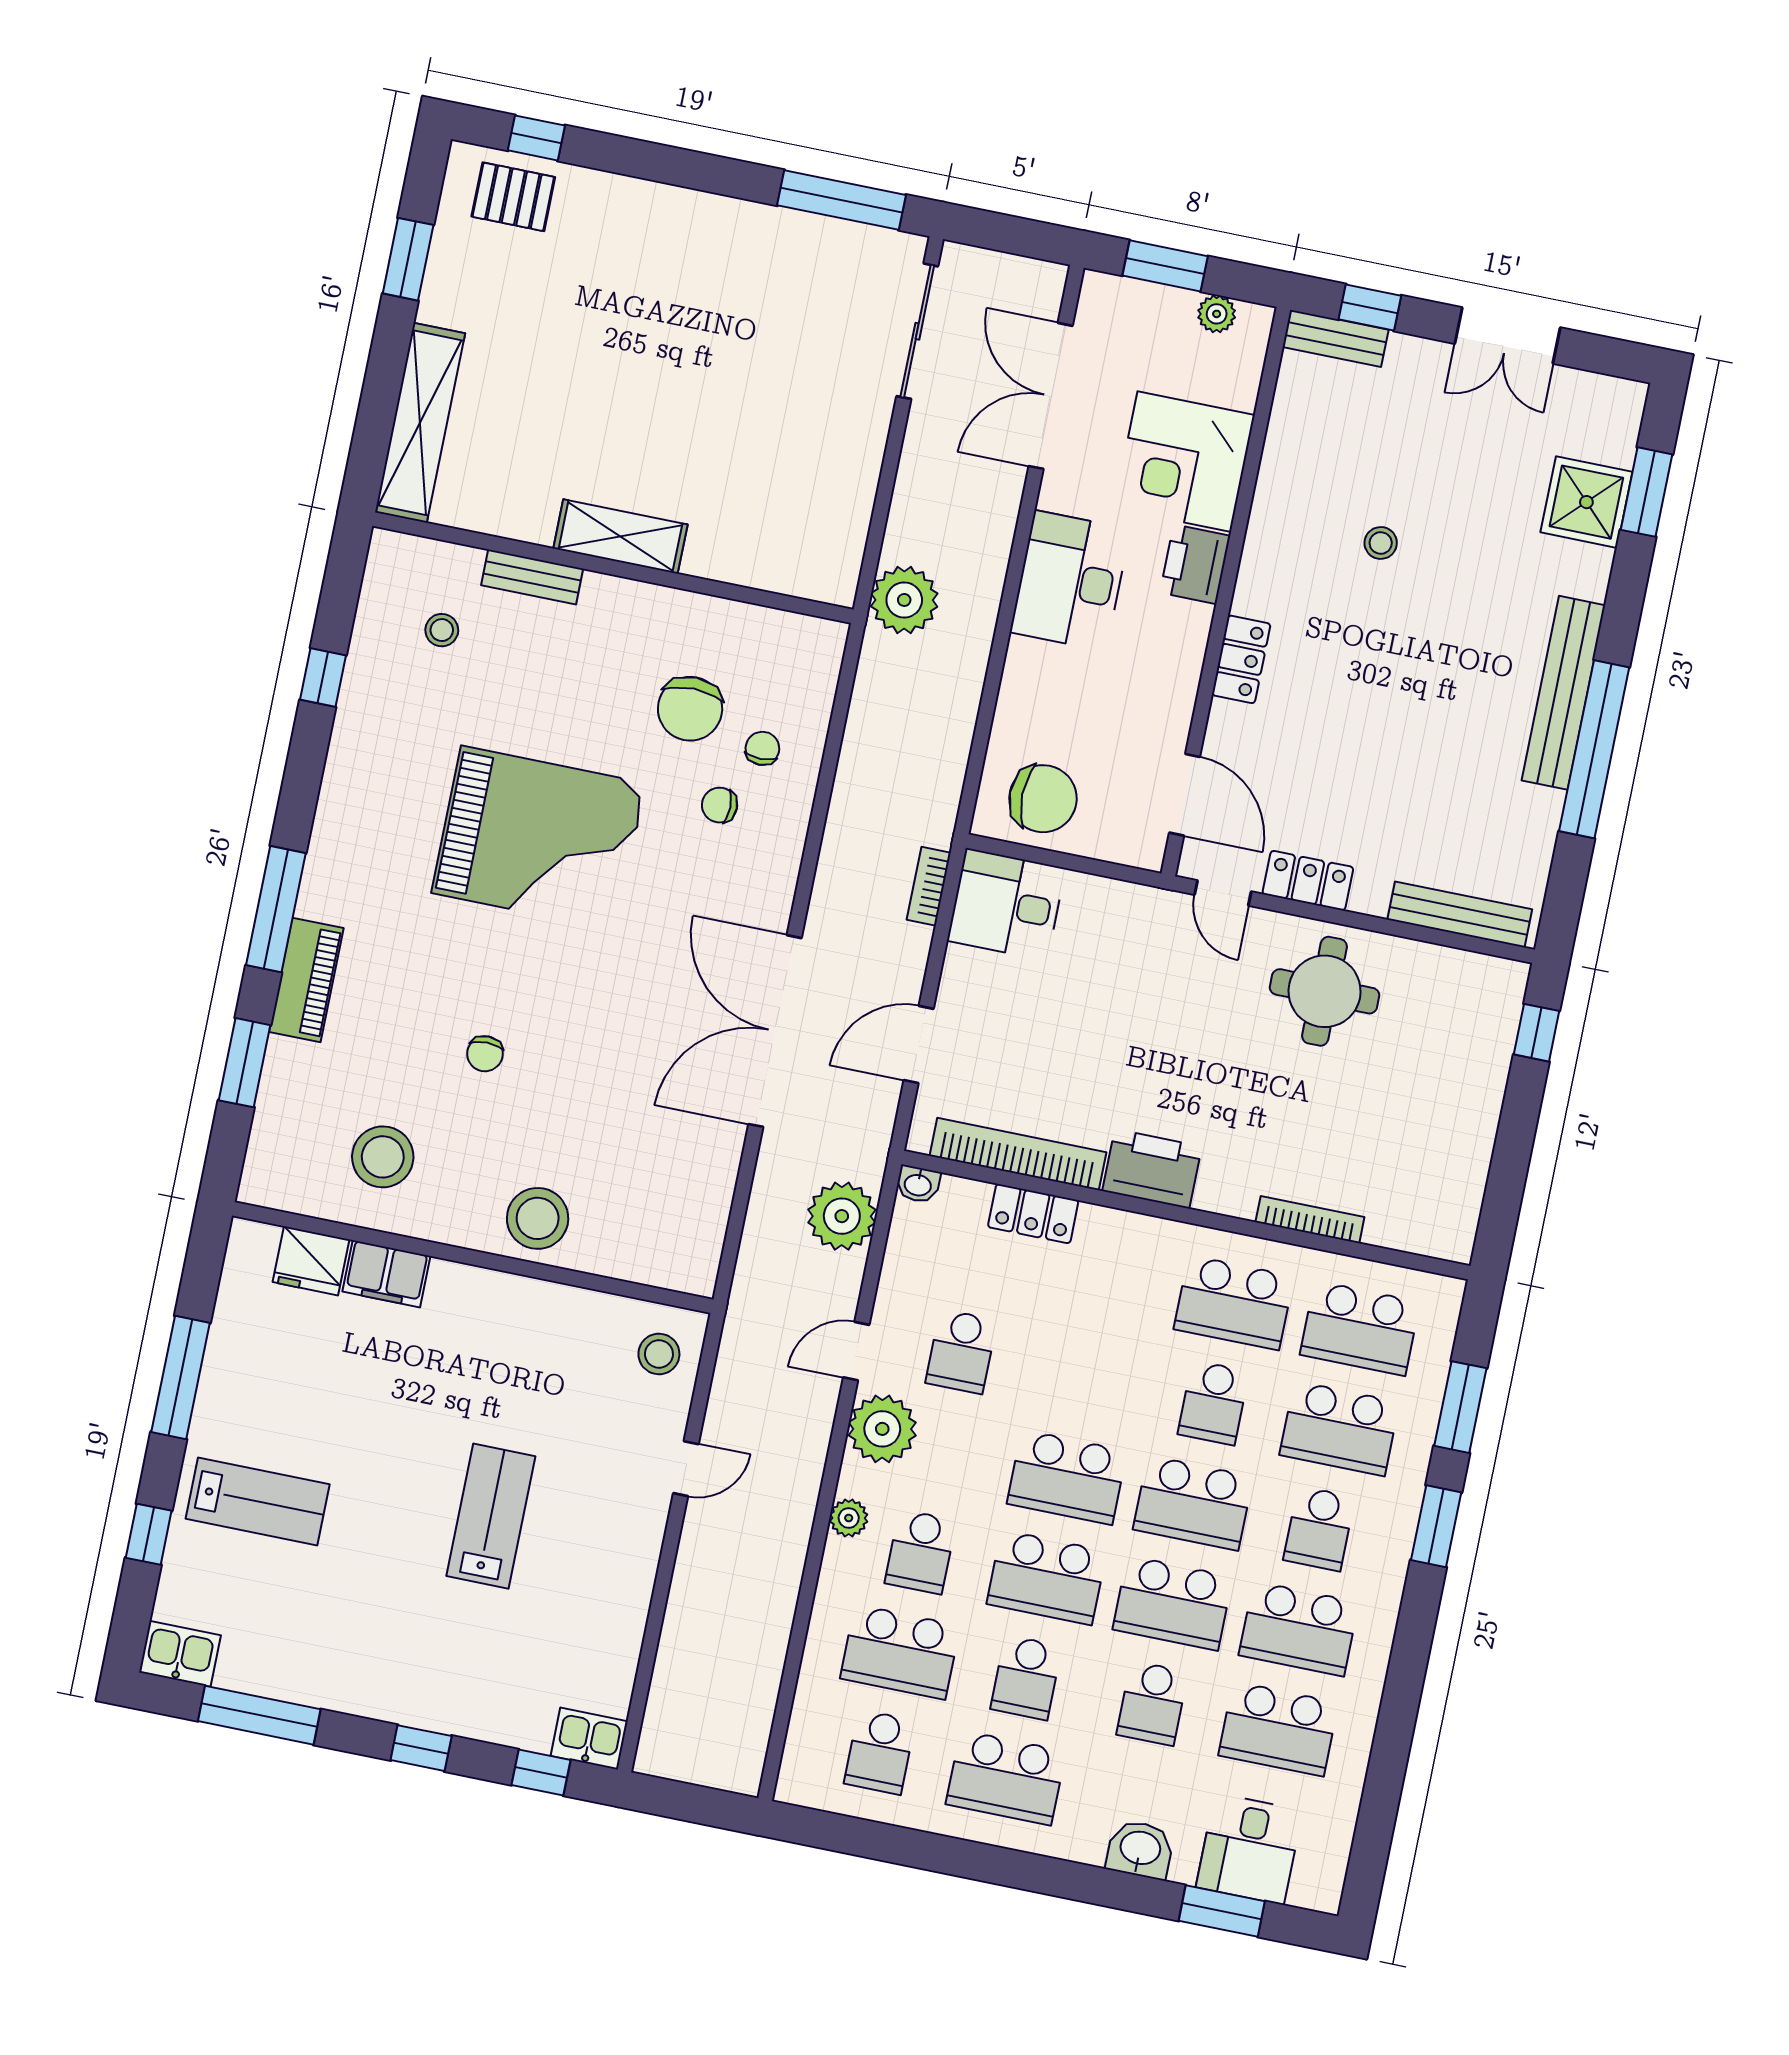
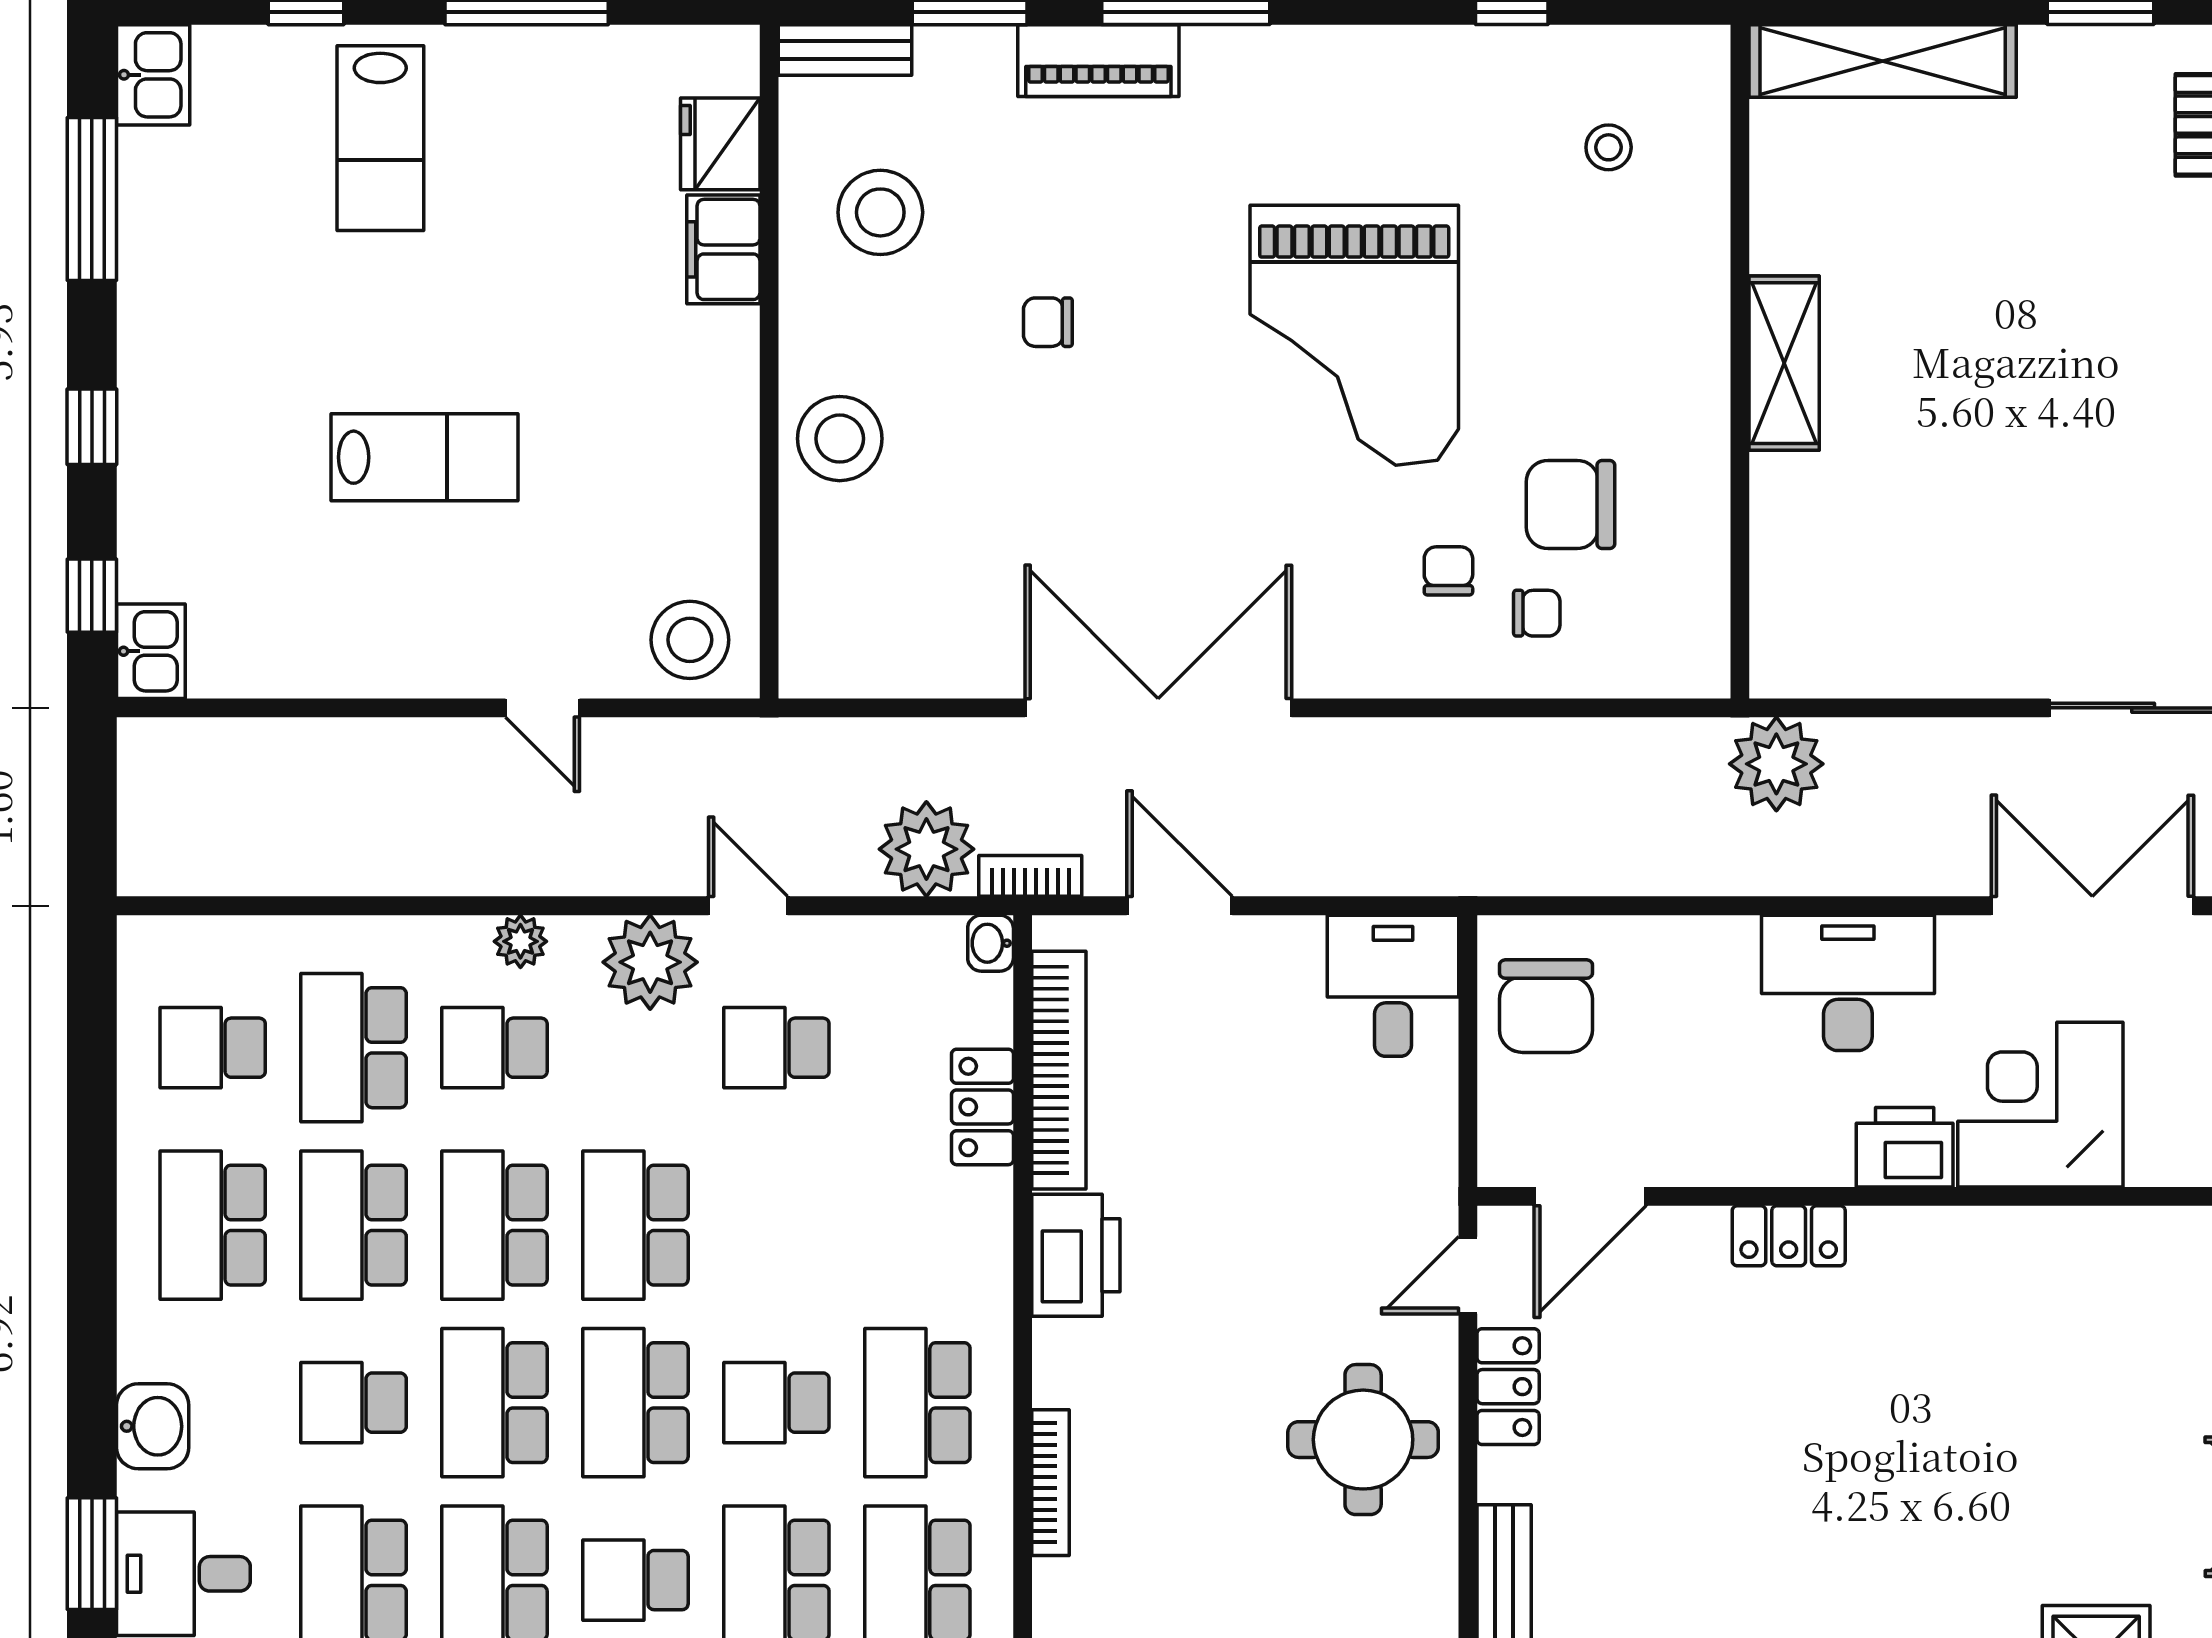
stool: (1381, 543) -> (1984, 1392), removed
bench: (532, 577) -> (845, 50), moved, turned 90
bookcase: (929, 886) -> (1030, 876), moved
stool: (659, 1354) -> (690, 640), width x1.38, depth x1.38
school desk: (1026, 1678) -> (354, 1225), width x1.85

